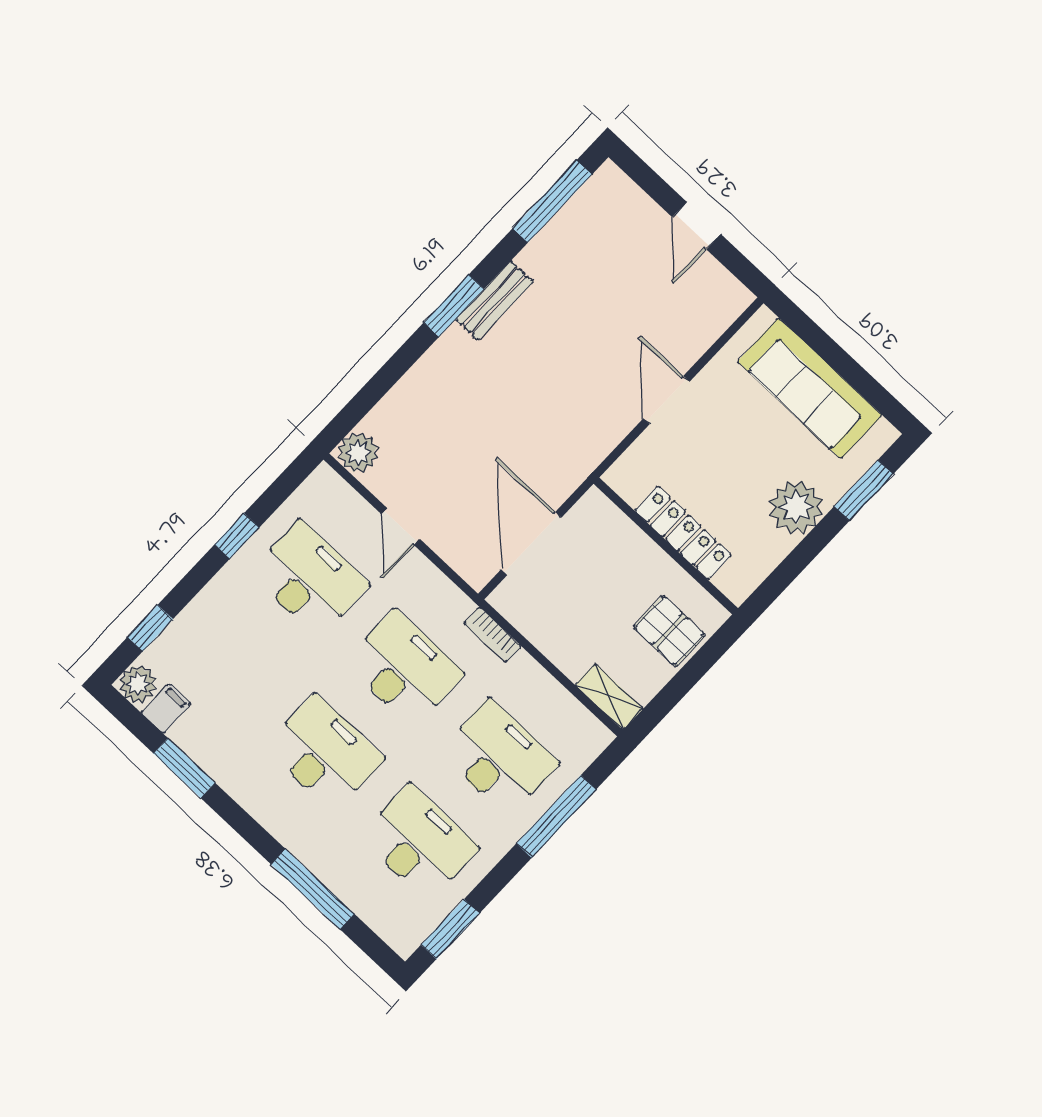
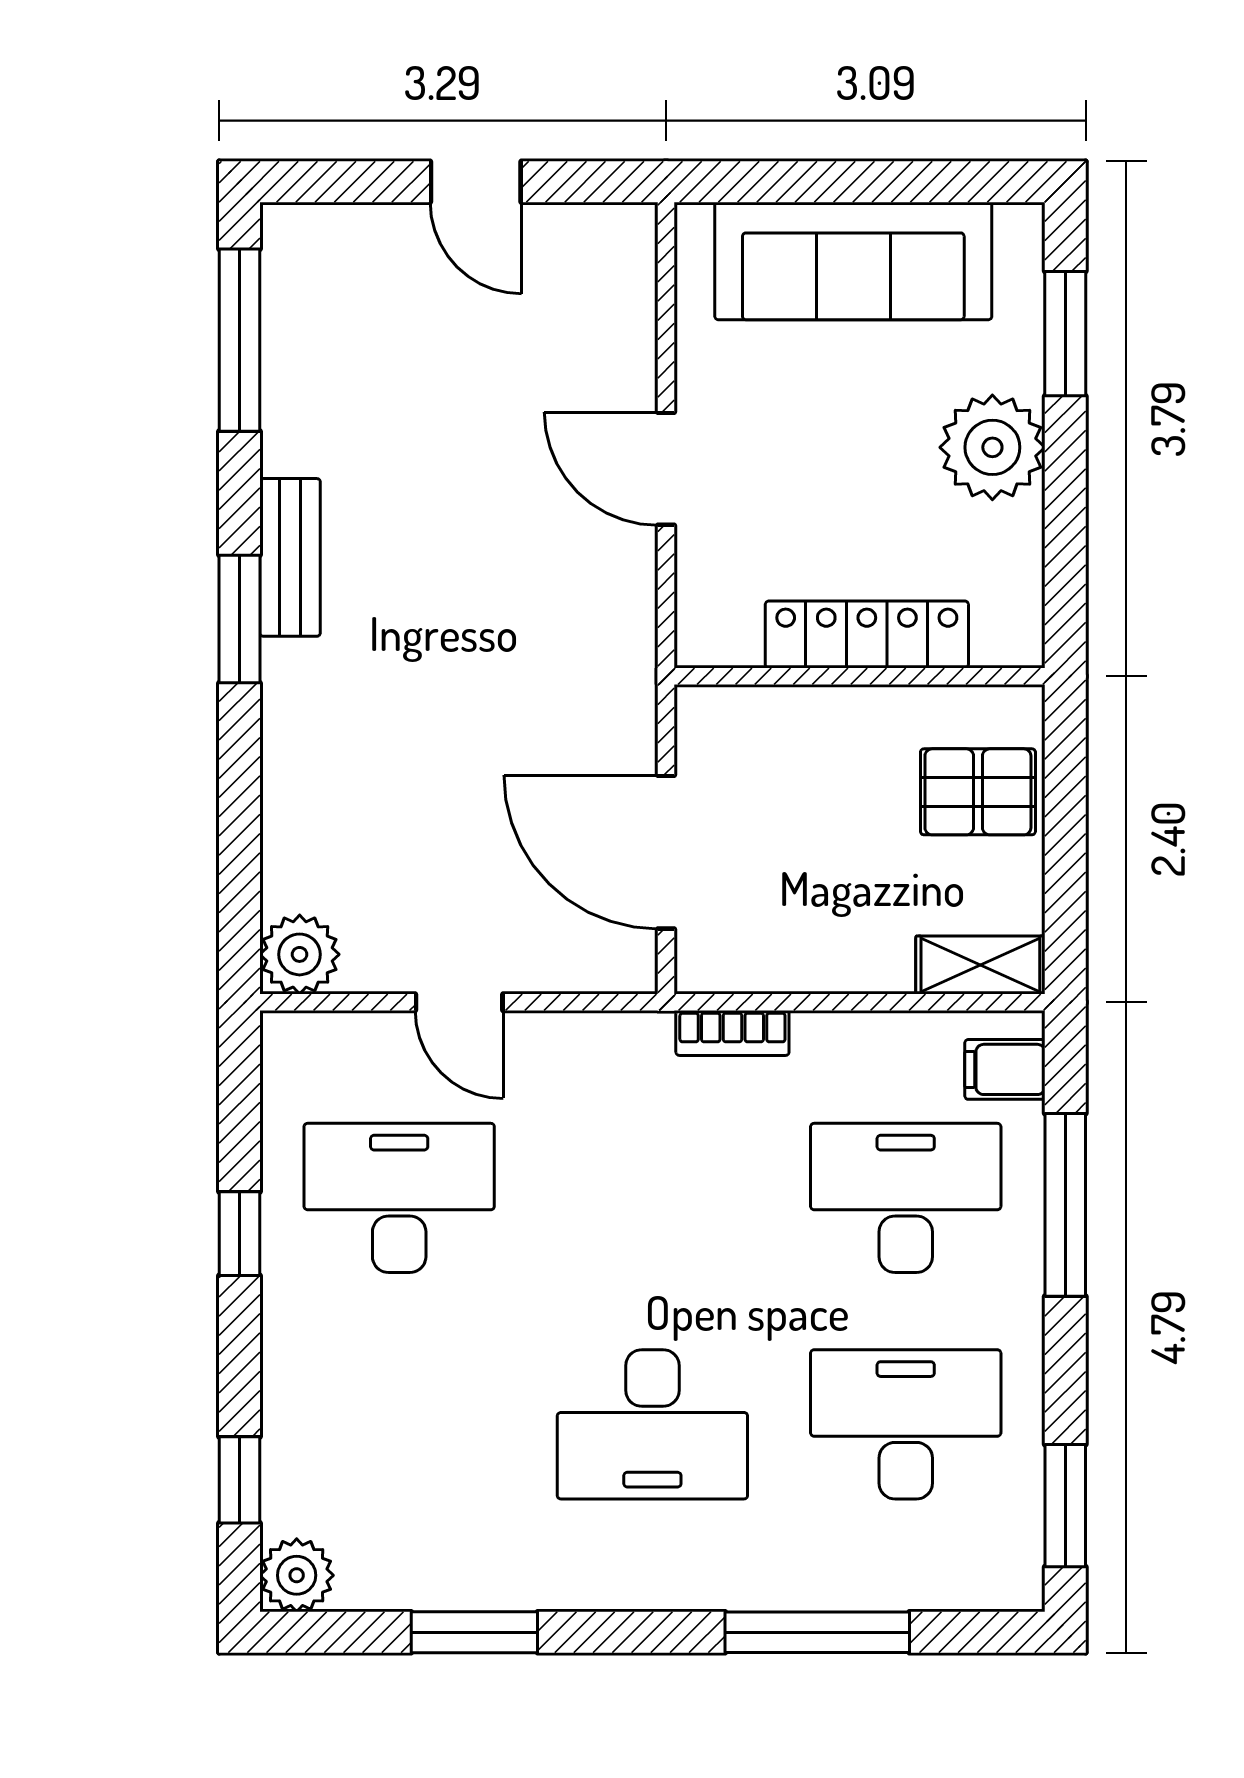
desk: (404, 668) -> (652, 1198), removed
filing cabinet: (166, 708) -> (1005, 1069), moved, turned -90
desk: (324, 753) -> (652, 1424), turned 180

